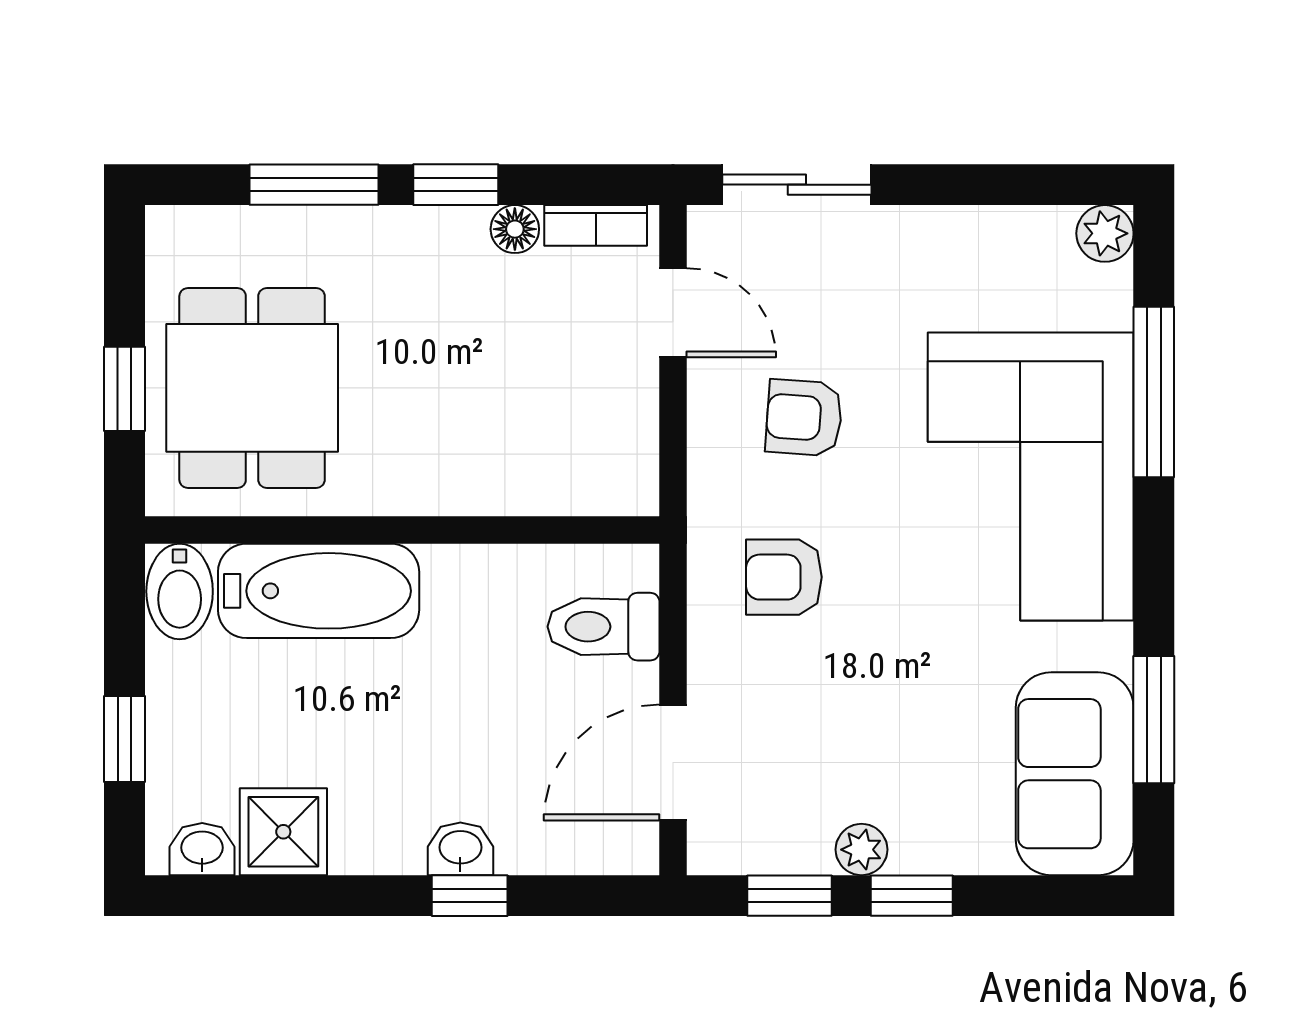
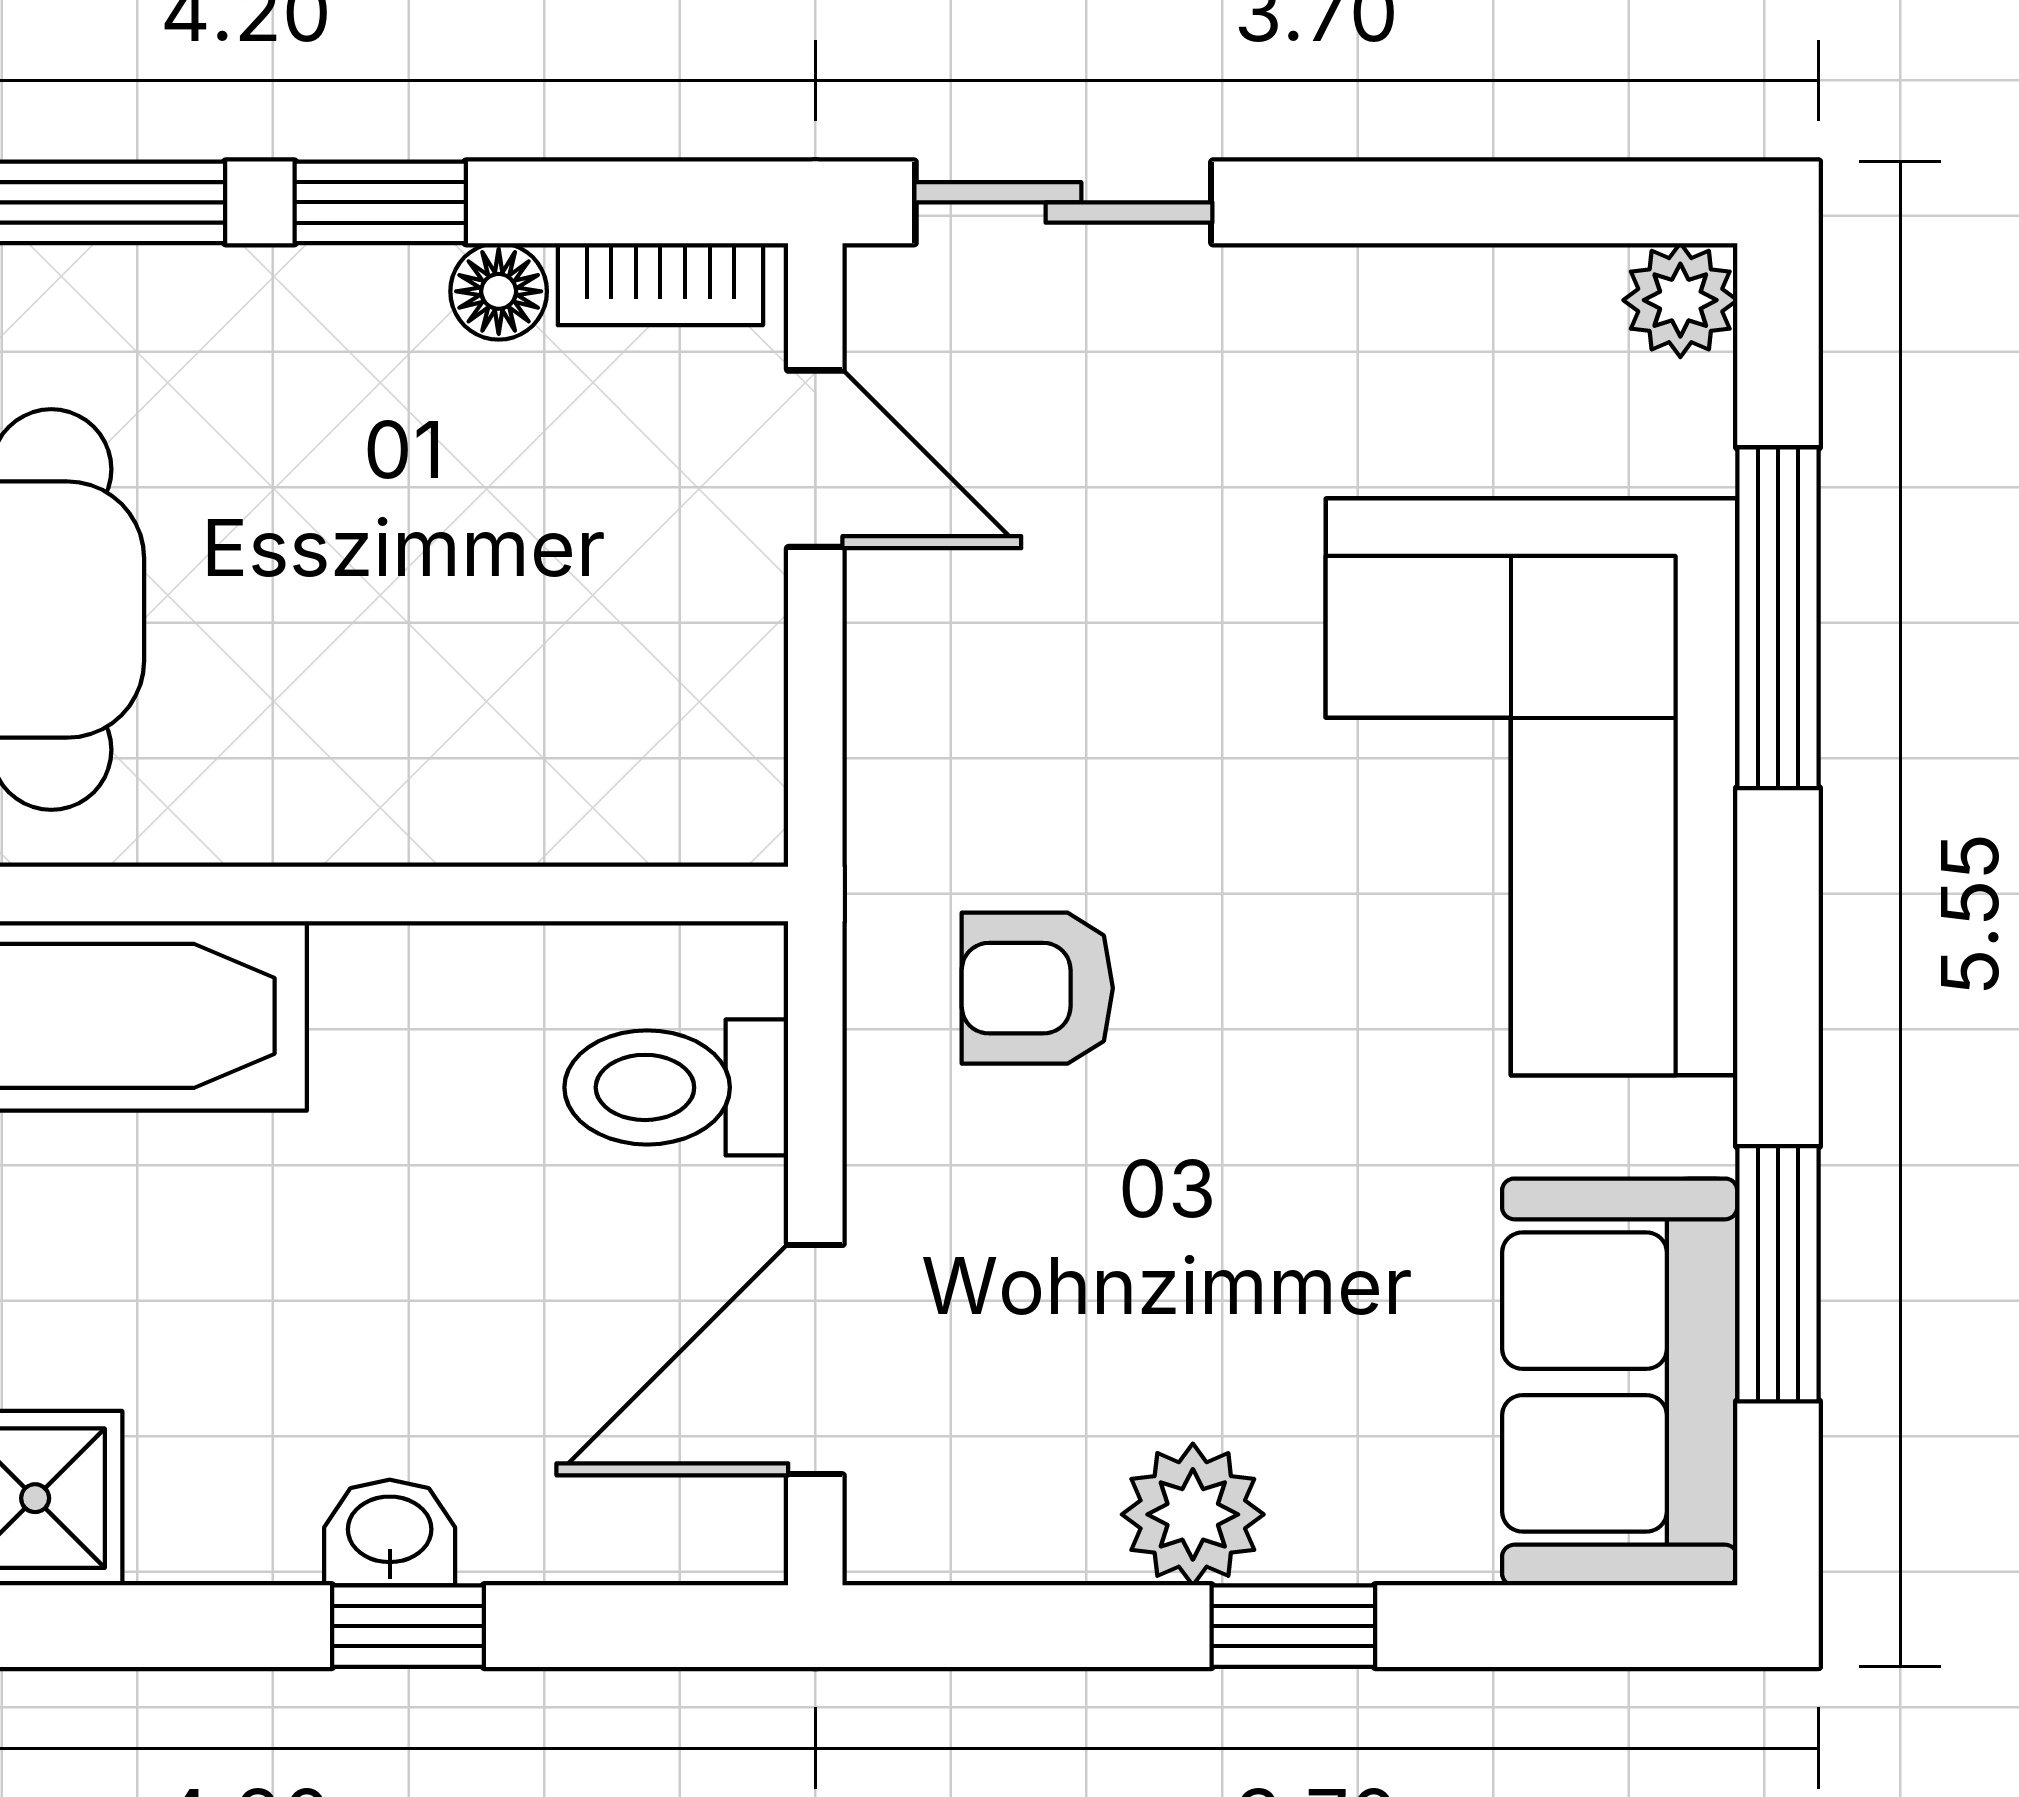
armchair: (804, 418) -> (1078, 669), removed
plant: (861, 850) -> (1193, 1514), width x1.38, depth x1.38
window: (789, 896) -> (1049, 1626), removed

